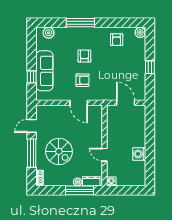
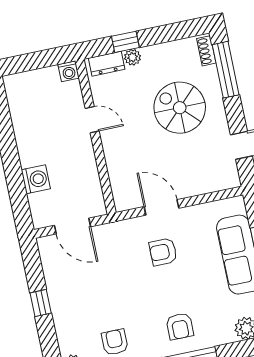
armchair: (84, 56) -> (180, 326), moved
window: (32, 153) -> (226, 70), moved
washing machine: (139, 154) -> (36, 179), moved
window: (79, 190) -> (125, 42), width x0.46

